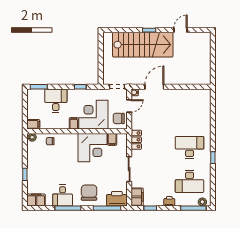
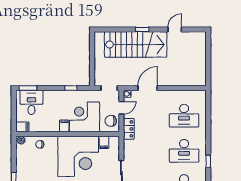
desk: (56, 101) -> (31, 102), moved
desk: (190, 113) -> (184, 116), added
locker: (136, 140) -> (129, 129), moved
desk: (190, 147) -> (184, 151), turned 180
corner desk: (92, 148) -> (78, 156), width x1.36, depth x1.36

